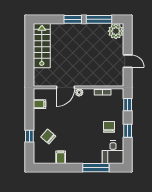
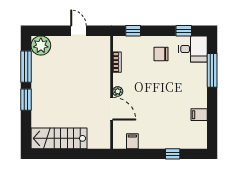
door: (128, 61) -> (79, 31), hinge flipped
window: (128, 131) -> (184, 31), moved
chair: (48, 137) -> (173, 130), removed

